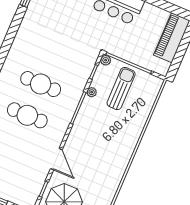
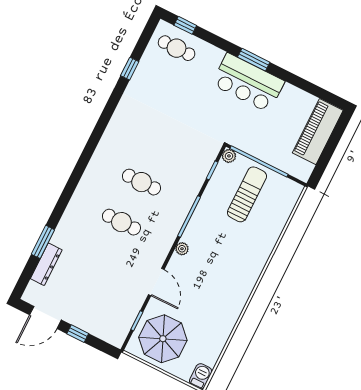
cafe table: (41, 84) -> (142, 182), width x0.73, depth x0.74
plant: (92, 92) -> (182, 249), moved
cafe table: (27, 115) -> (121, 222), width x0.73, depth x0.74

